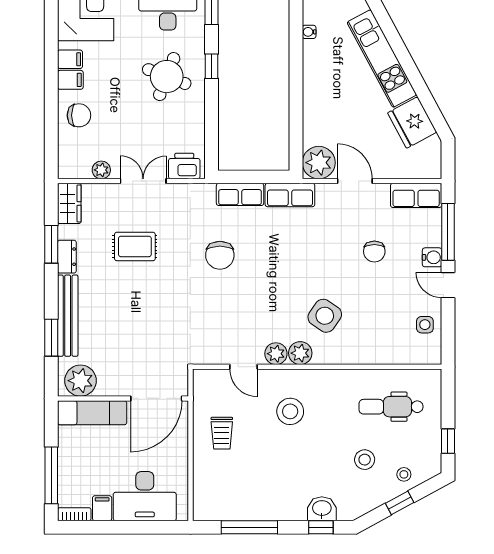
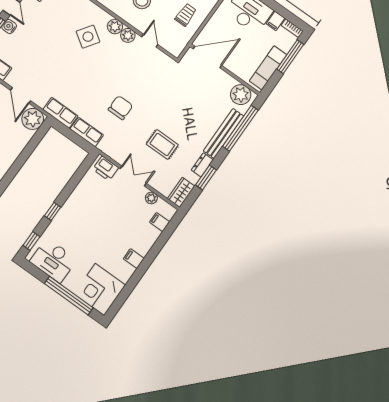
filing cabinet: (70, 59) -> (160, 222), moved
round table: (167, 77) -> (81, 223), removed
chair: (79, 115) -> (143, 236), removed
double door: (143, 181) -> (133, 176), swing flipped
chair: (374, 251) -> (37, 51), removed
window: (51, 338) -> (240, 128), width x2.11
exam couch: (92, 413) -> (268, 68), moved, turned -90

